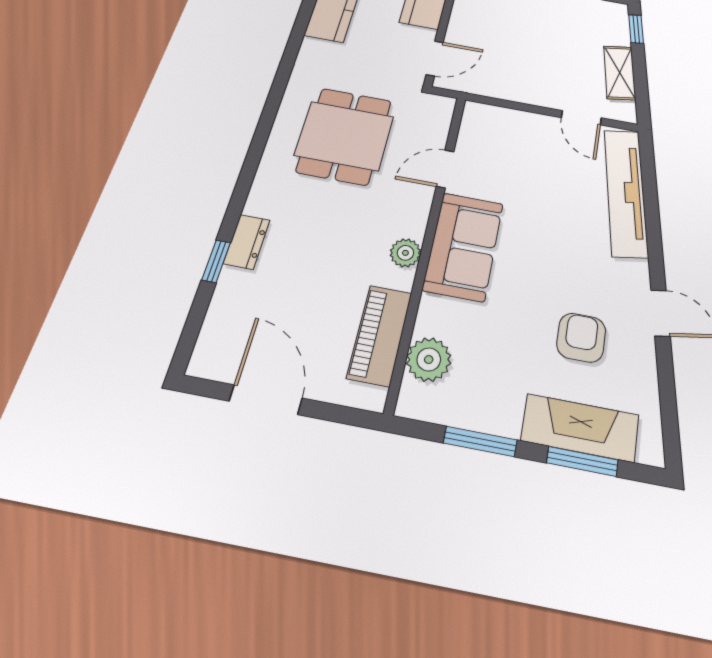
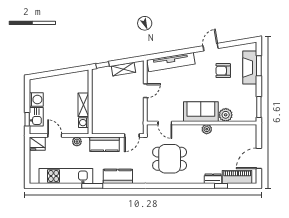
door: (435, 58) -> (132, 136), swing flipped
door: (581, 118) -> (145, 91), moved
door: (445, 169) -> (165, 123), moved
piano: (380, 335) -> (237, 177), moved, turned 180
plant: (429, 359) -> (226, 115), moved
window: (480, 441) -> (259, 107), moved

